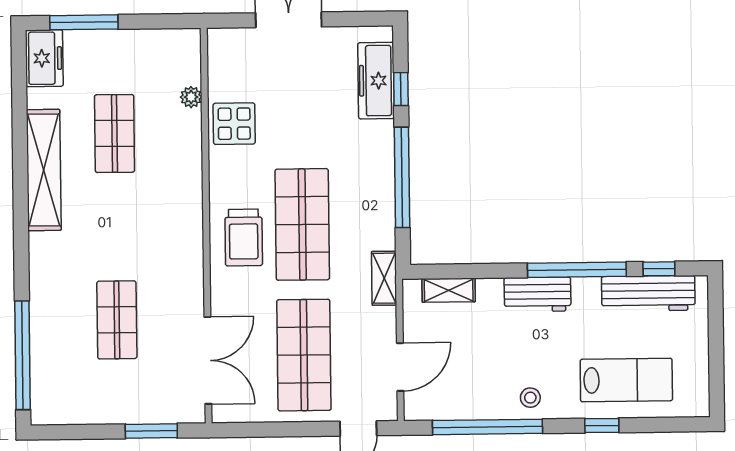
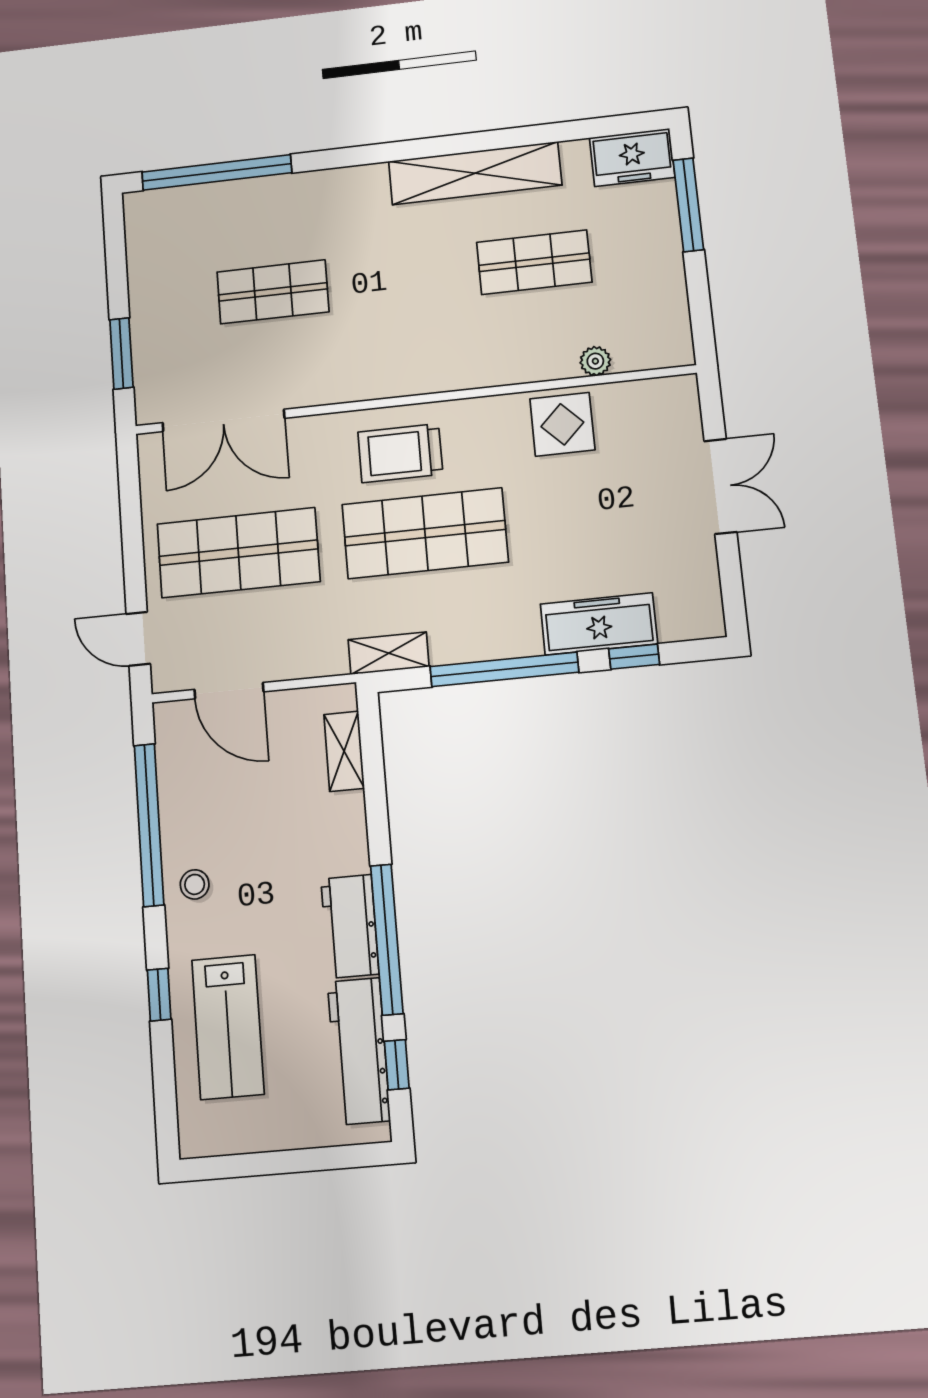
freezer: (376, 81) -> (599, 624), moved
shelving: (384, 278) -> (389, 653), moved
workbench: (538, 294) -> (350, 926), moved

